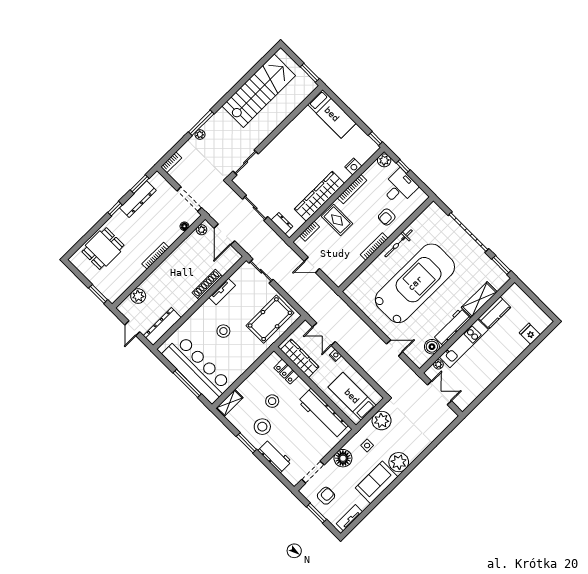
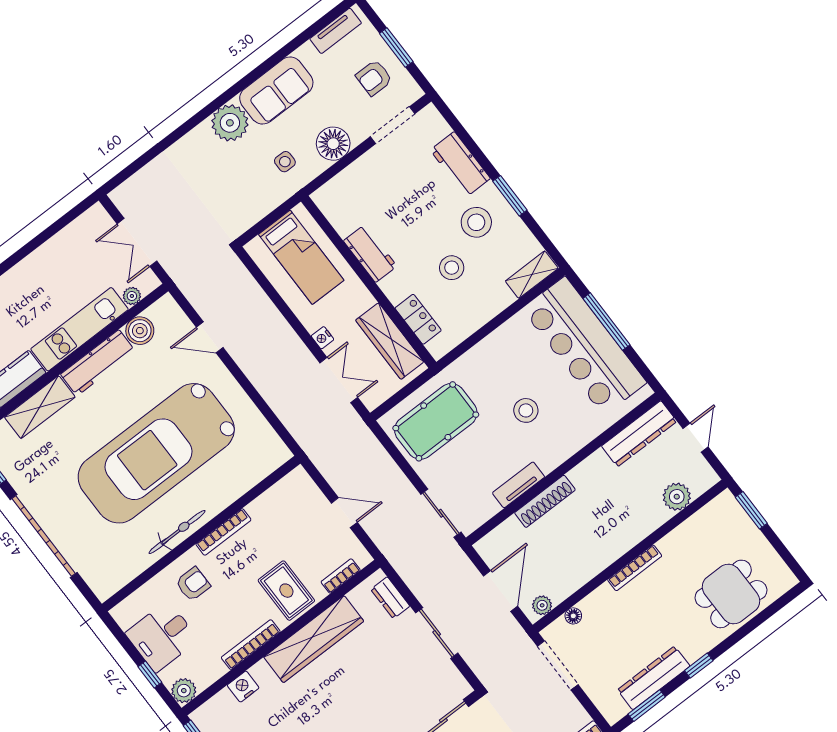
workbench: (323, 413) -> (370, 253), width x0.53, depth x0.76
plant: (382, 421) -> (252, 205), removed

